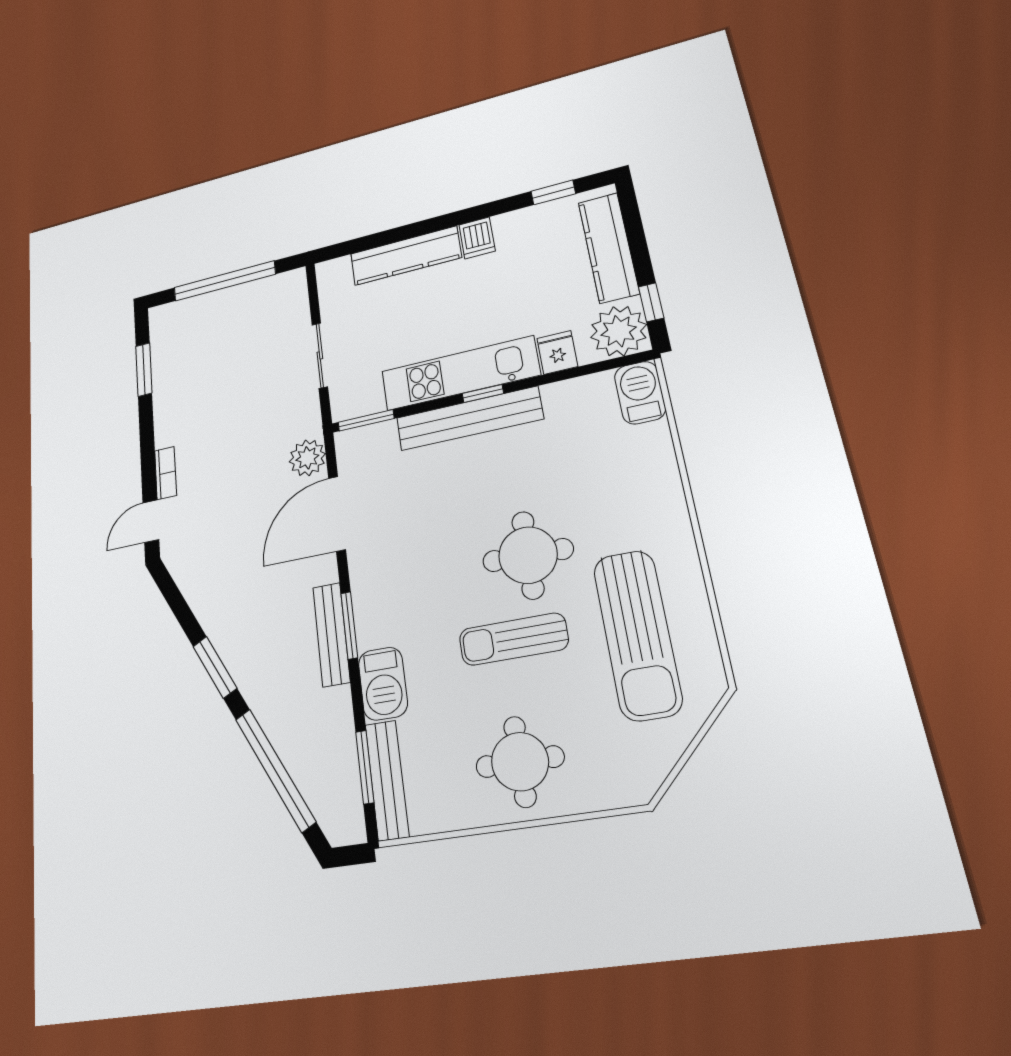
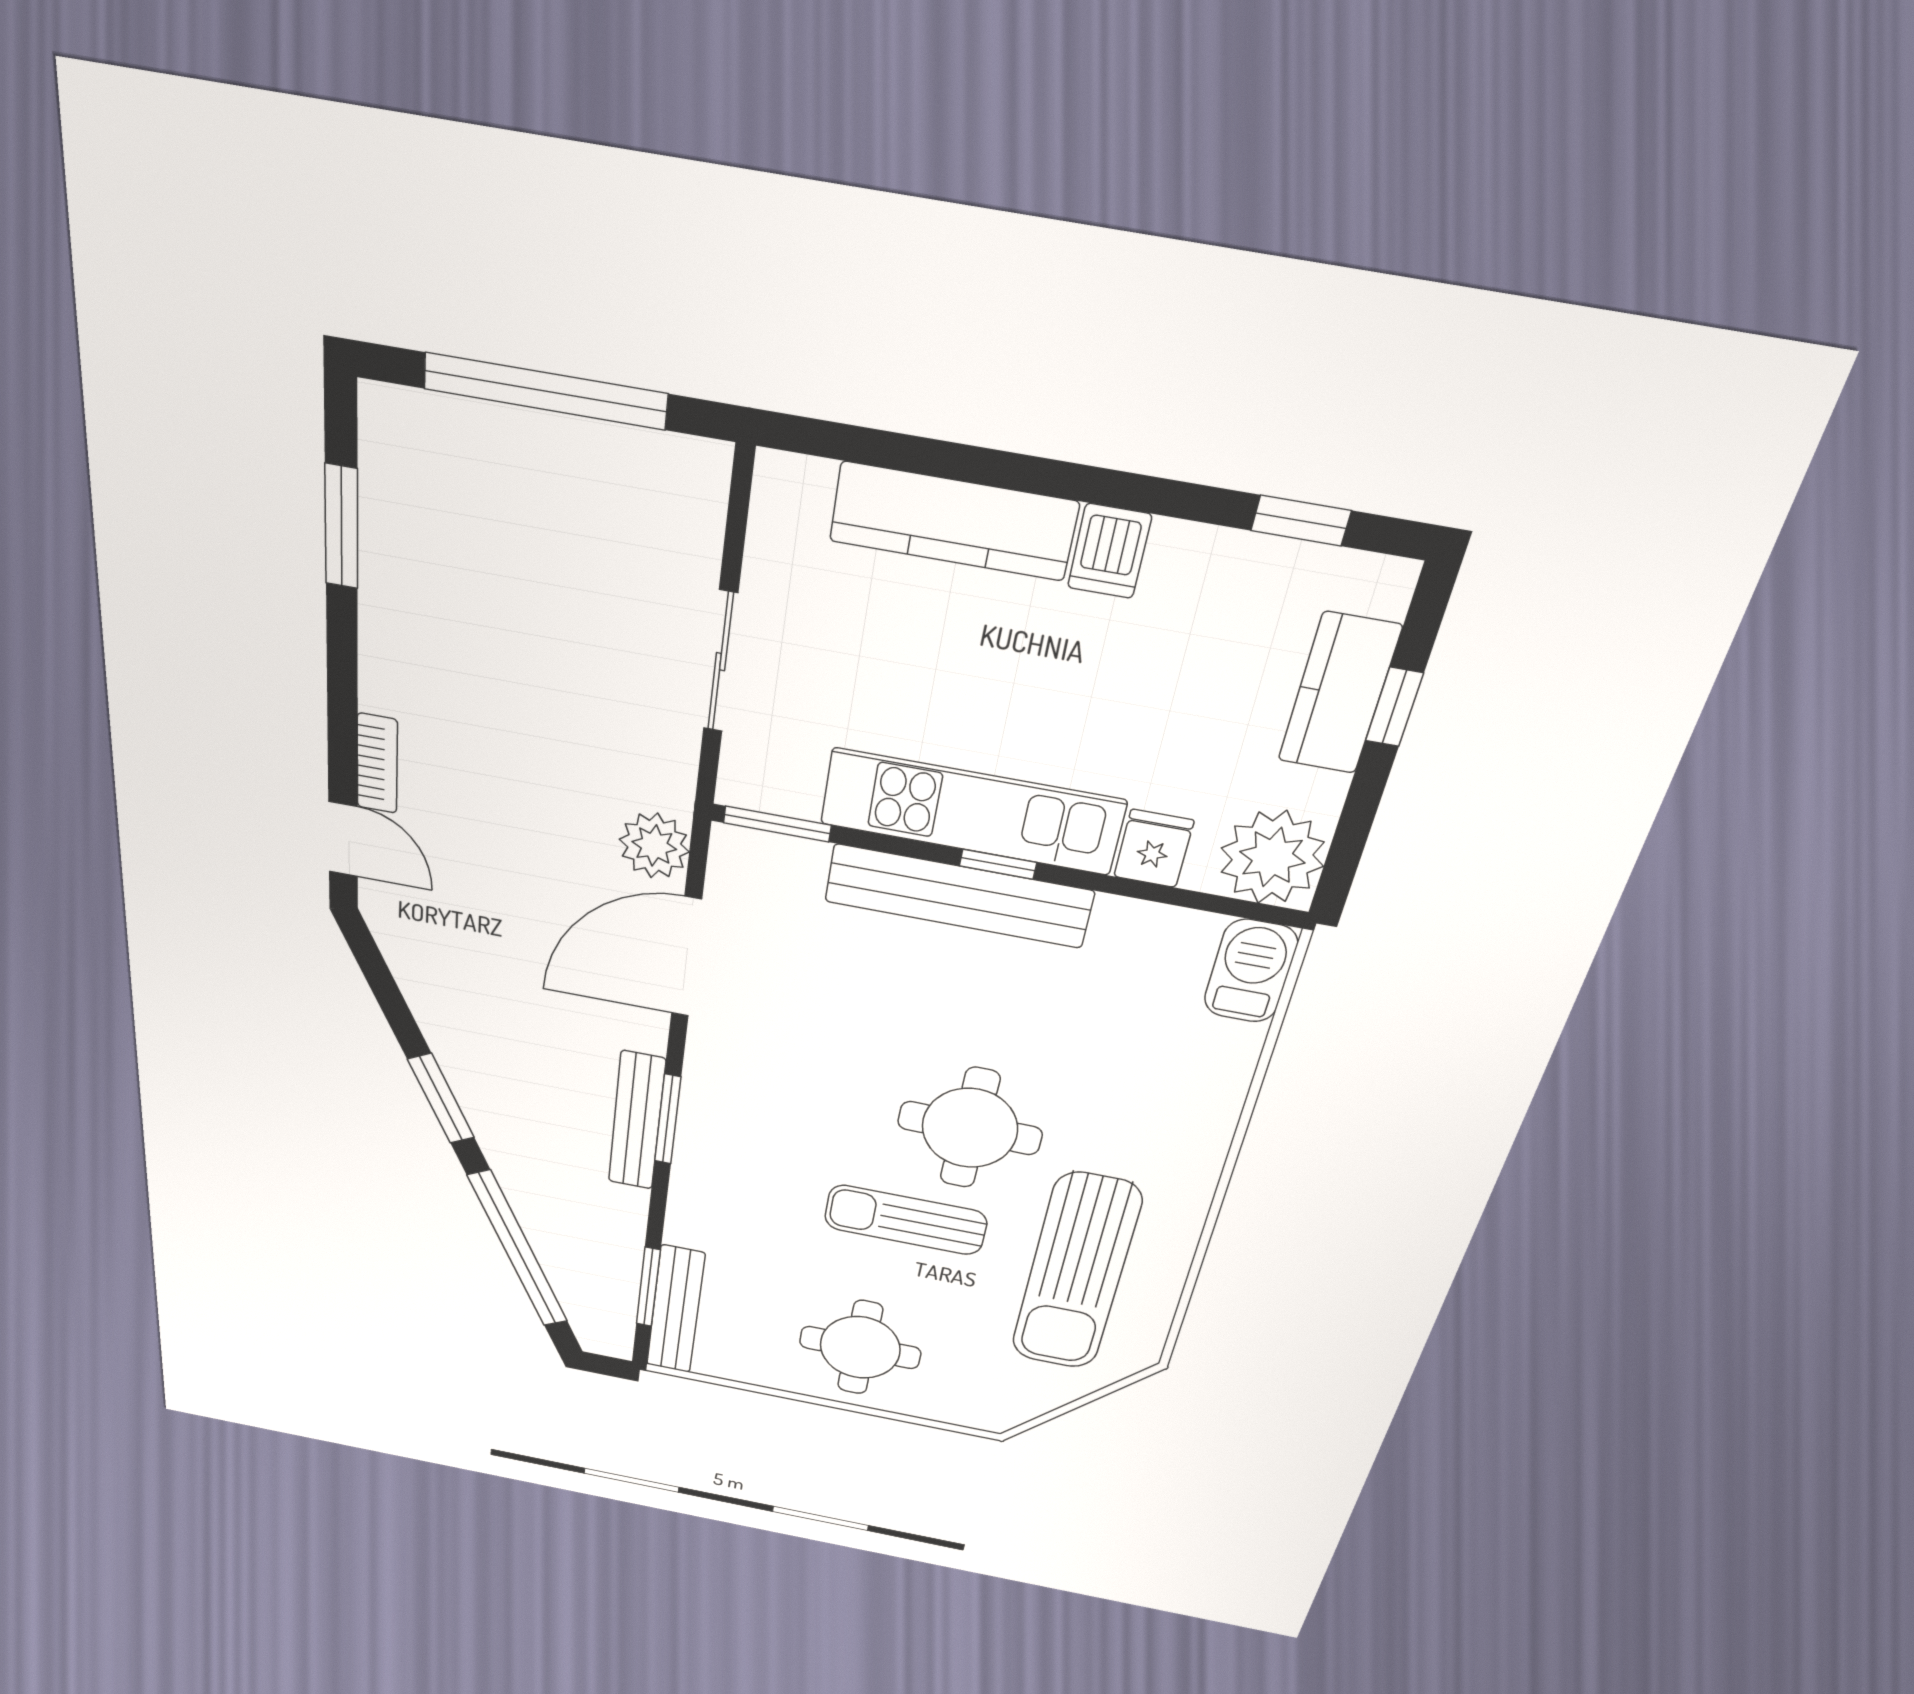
kitchen counter: (609, 248) -> (1339, 694), width x0.67
window: (651, 302) -> (1394, 707), moved
door: (151, 521) -> (343, 839), swing flipped
barbecue: (383, 684) -> (700, 1206), removed

